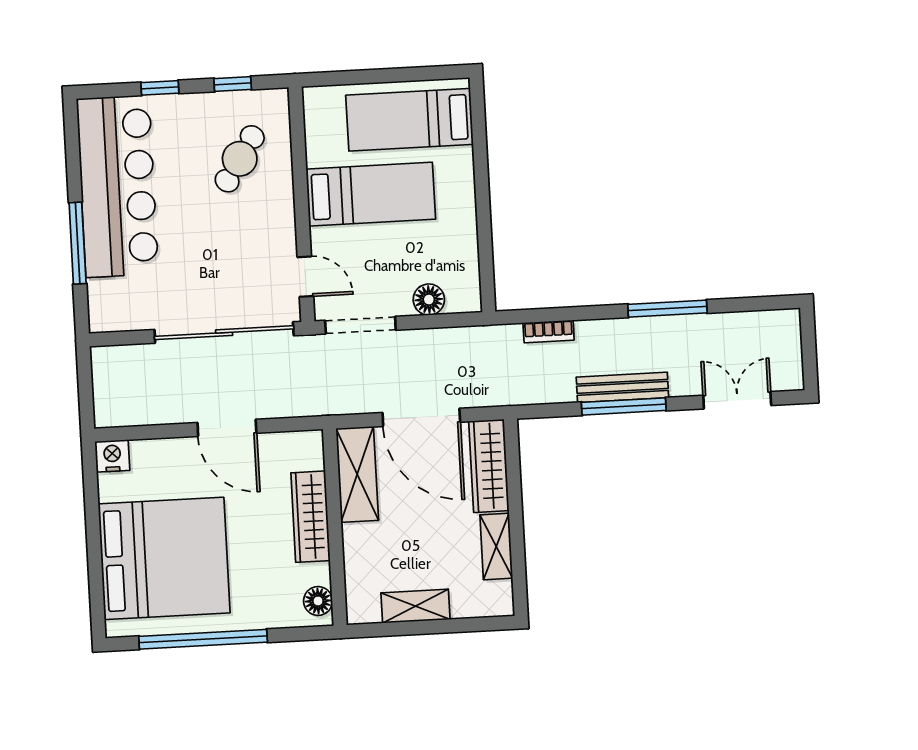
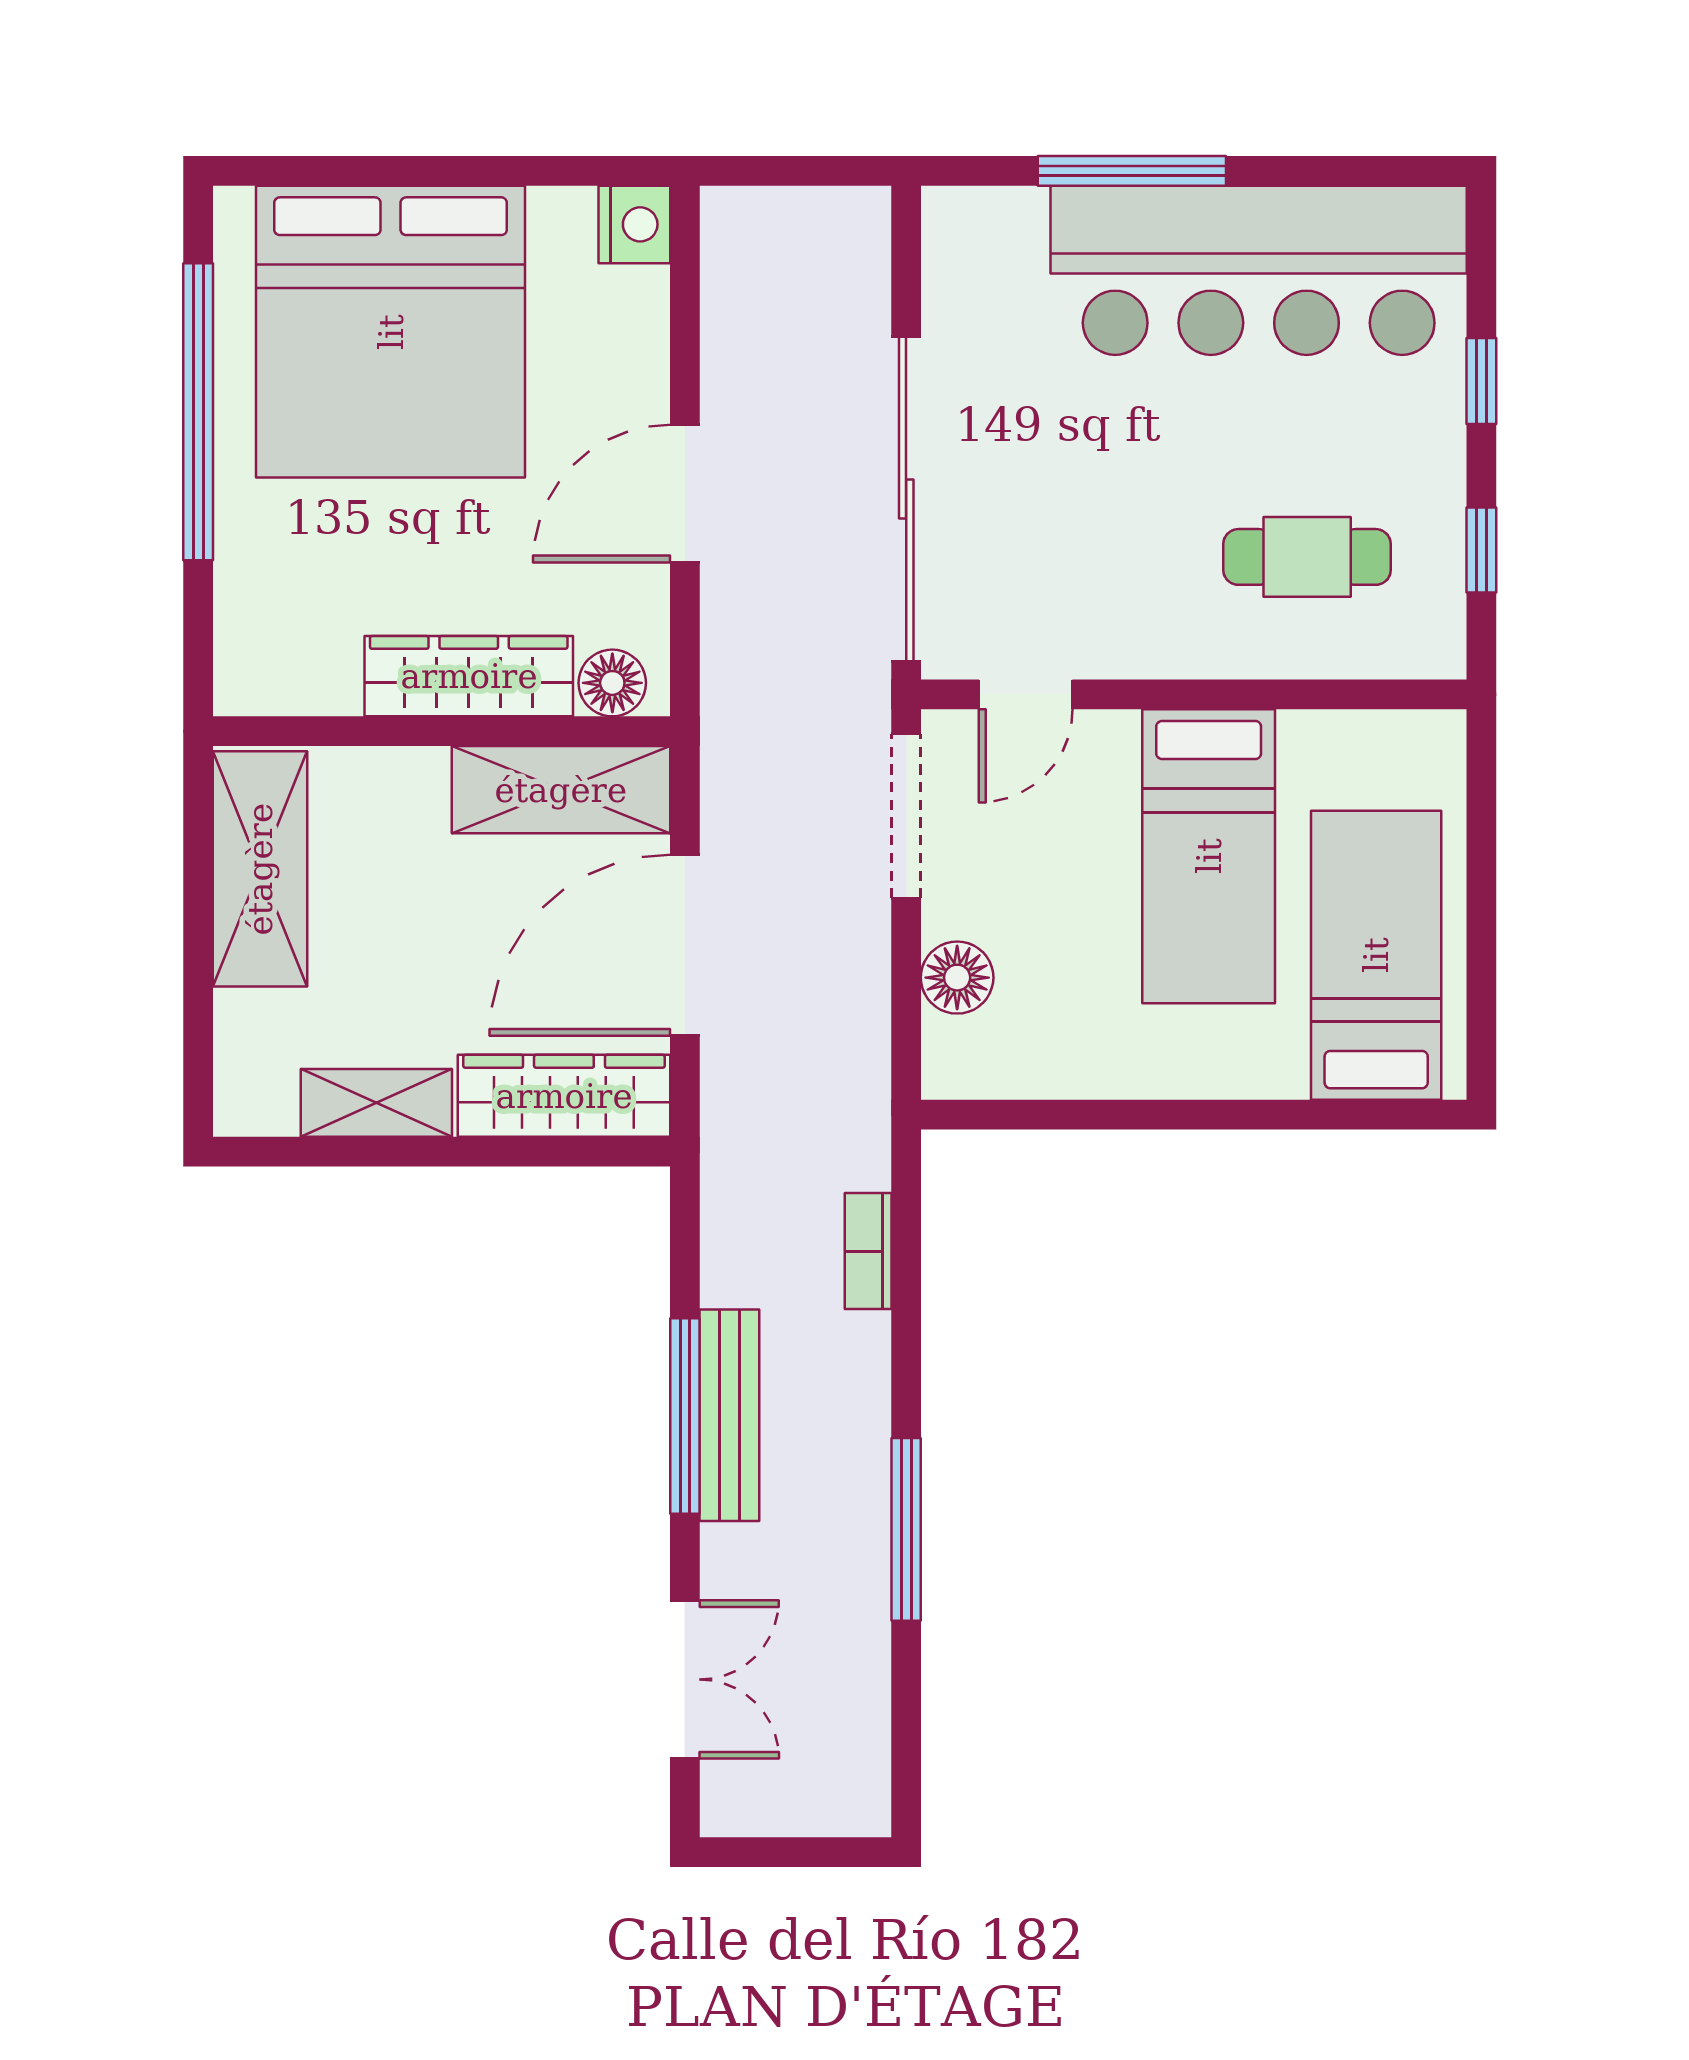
cafe table: (240, 159) -> (1307, 557), turned -33
floor lamp: (318, 601) -> (612, 683), moved
shelving: (415, 606) -> (260, 869), width x1.50, depth x1.33

